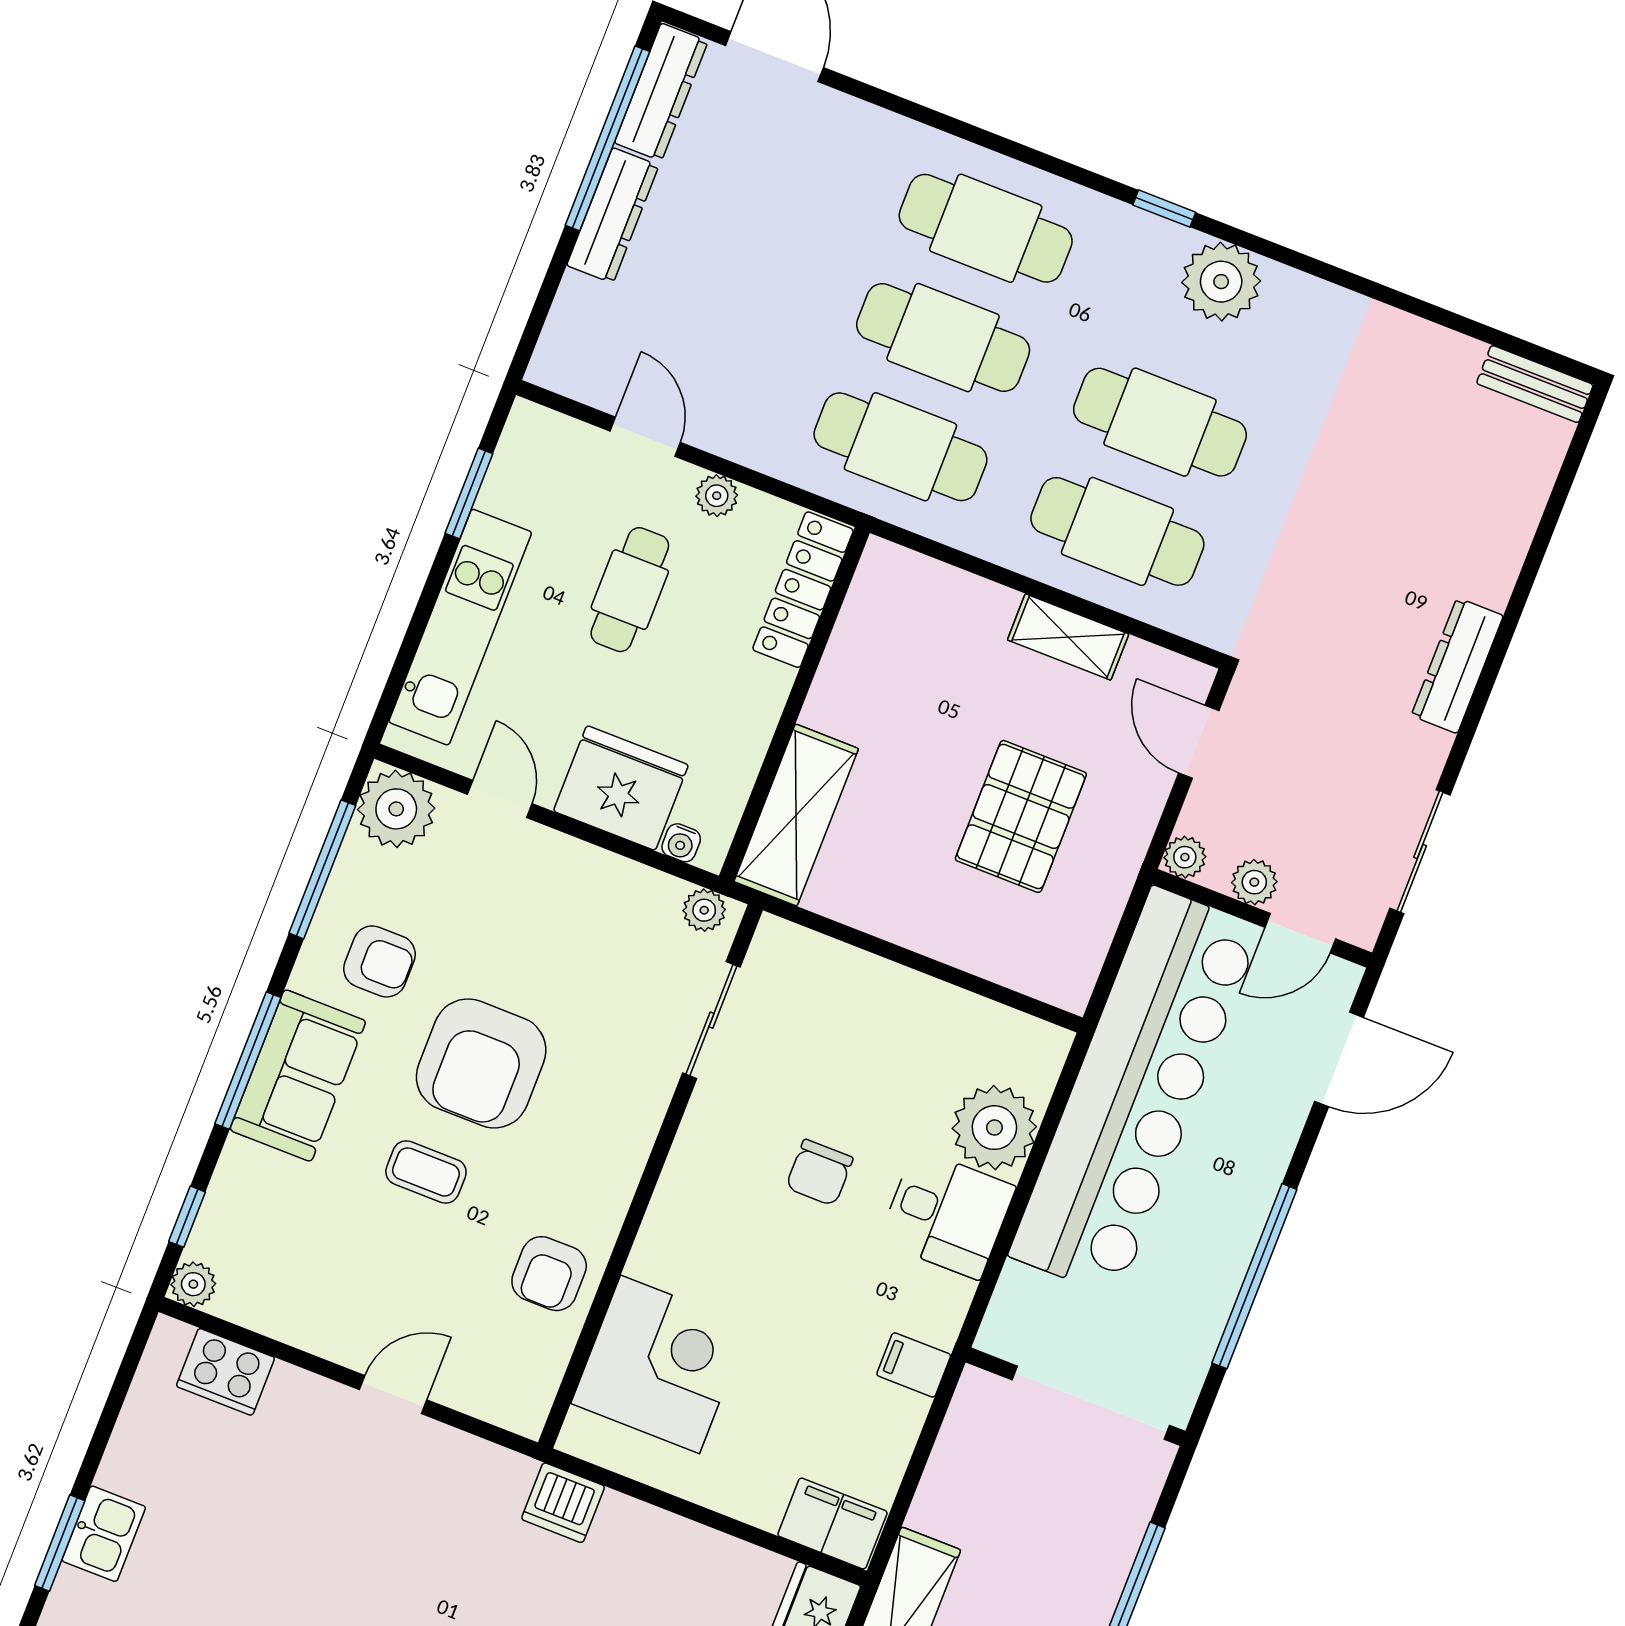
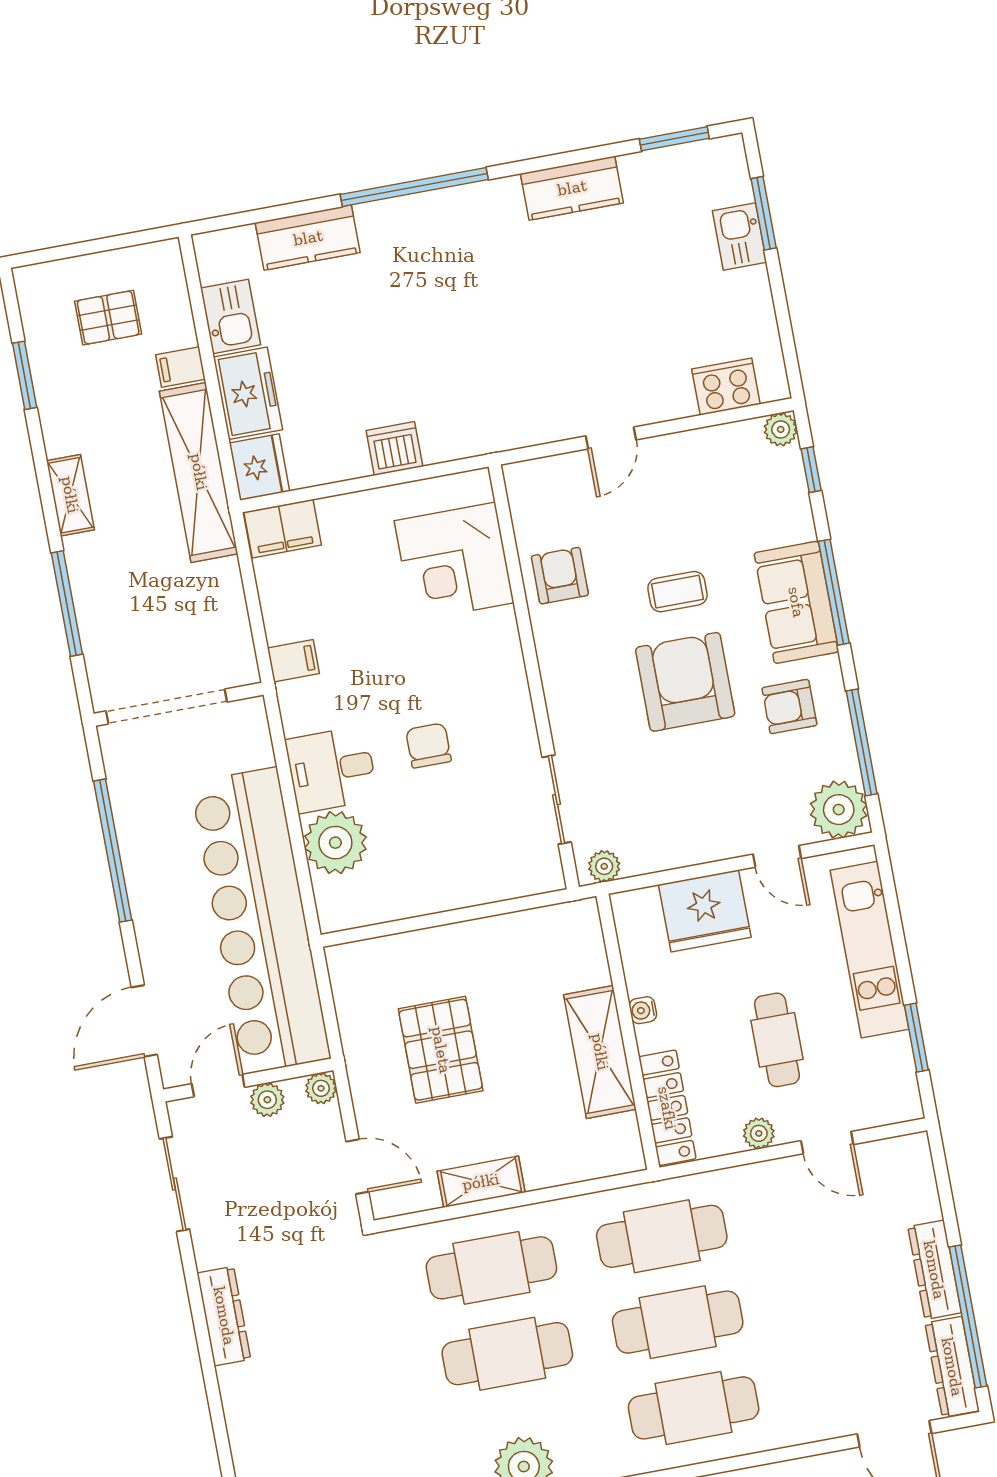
shelving: (796, 815) -> (600, 1052), moved
water cooler: (681, 843) -> (643, 1010), moved, turned -90
dishwasher: (563, 1503) -> (394, 449), moved

